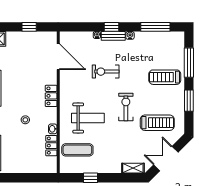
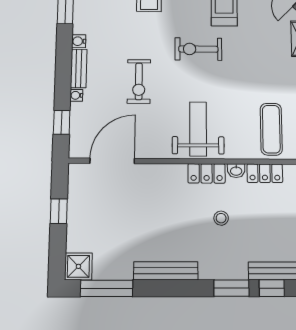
window: (111, 27) -> (62, 122), moved
locker: (51, 96) -> (207, 173), moved
weight bench: (88, 118) -> (198, 129), moved

